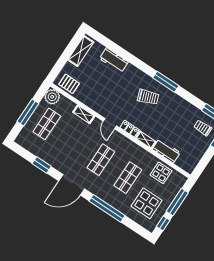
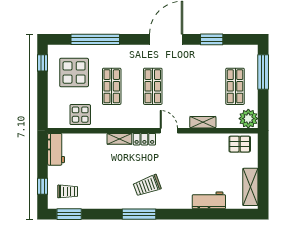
window: (28, 112) -> (263, 72), moved
workbench: (166, 151) -> (56, 149), moved, turned -90
window: (177, 202) -> (43, 95), removed
window: (107, 208) -> (95, 39), moved

